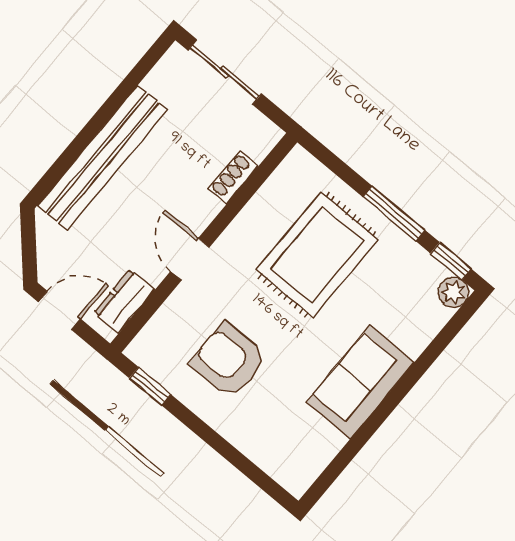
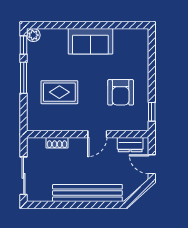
rug: (317, 255) -> (59, 92), width x0.73, depth x0.70

